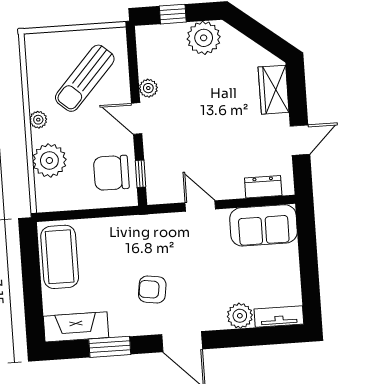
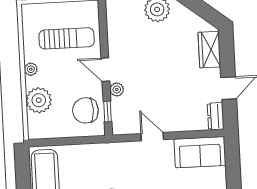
sun lounger: (85, 78) -> (67, 38), turned -132
plant: (148, 88) -> (117, 89), moved
dresser: (263, 187) -> (216, 116), moved, turned -90

